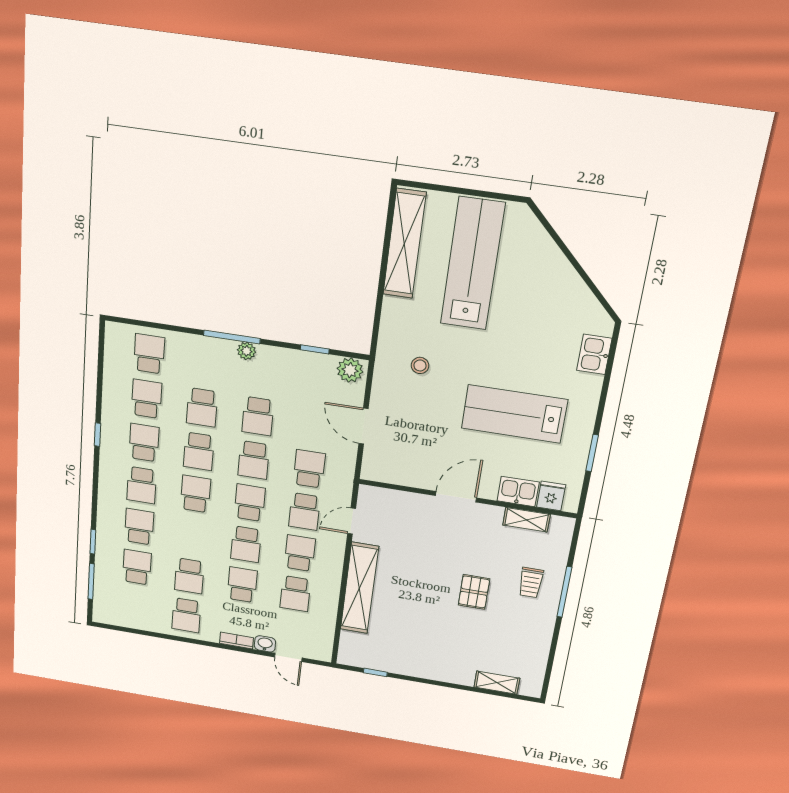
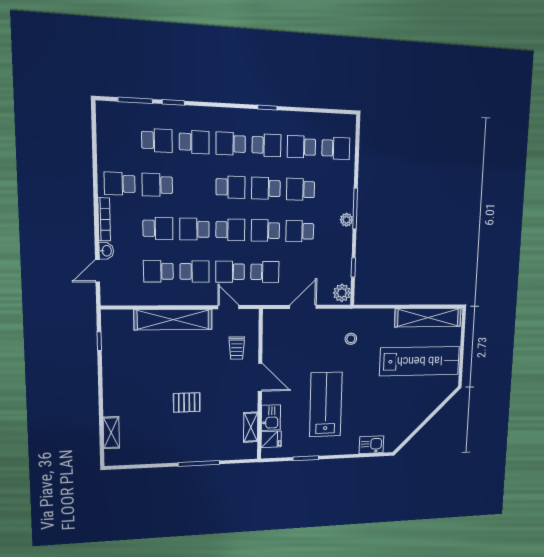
school desk: (147, 399) -> (301, 147), turned 180
trolley: (531, 583) -> (237, 348), moved, turned -90
bookcase: (237, 641) -> (104, 219), width x1.56

